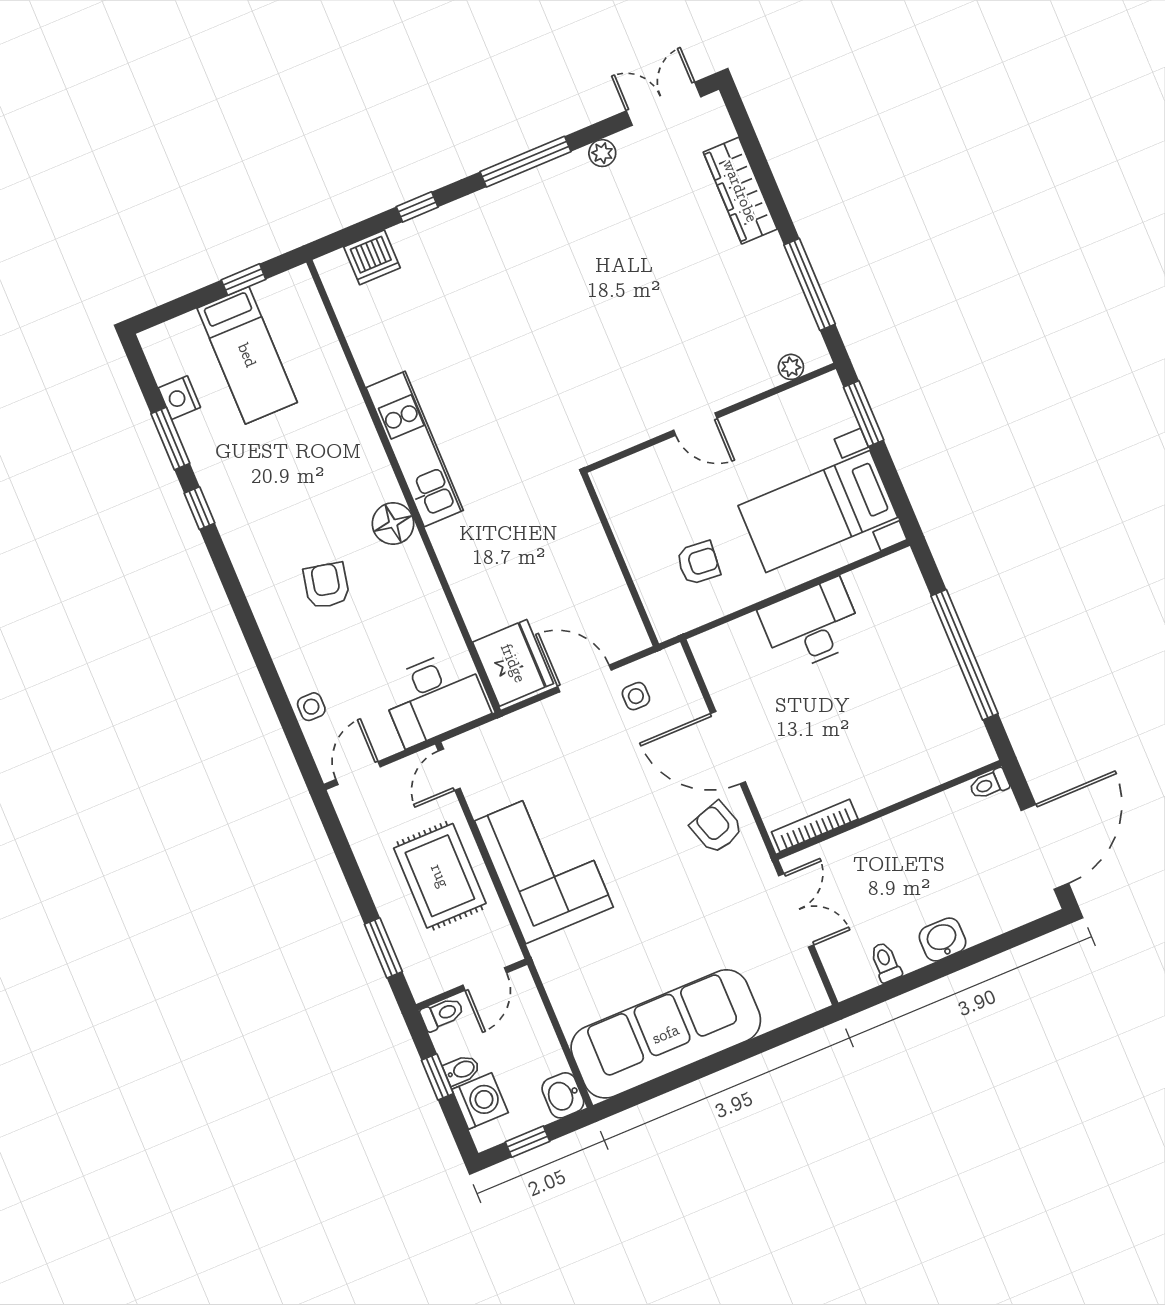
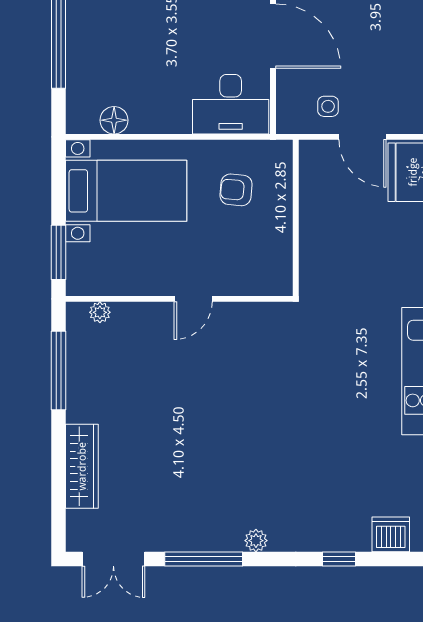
plant: (602, 153) -> (256, 541), moved
window: (525, 162) -> (204, 559), moved
door: (695, 424) -> (193, 299), swing flipped
floor lamp: (863, 583) -> (114, 120), added
desk: (812, 625) -> (231, 104), moved

